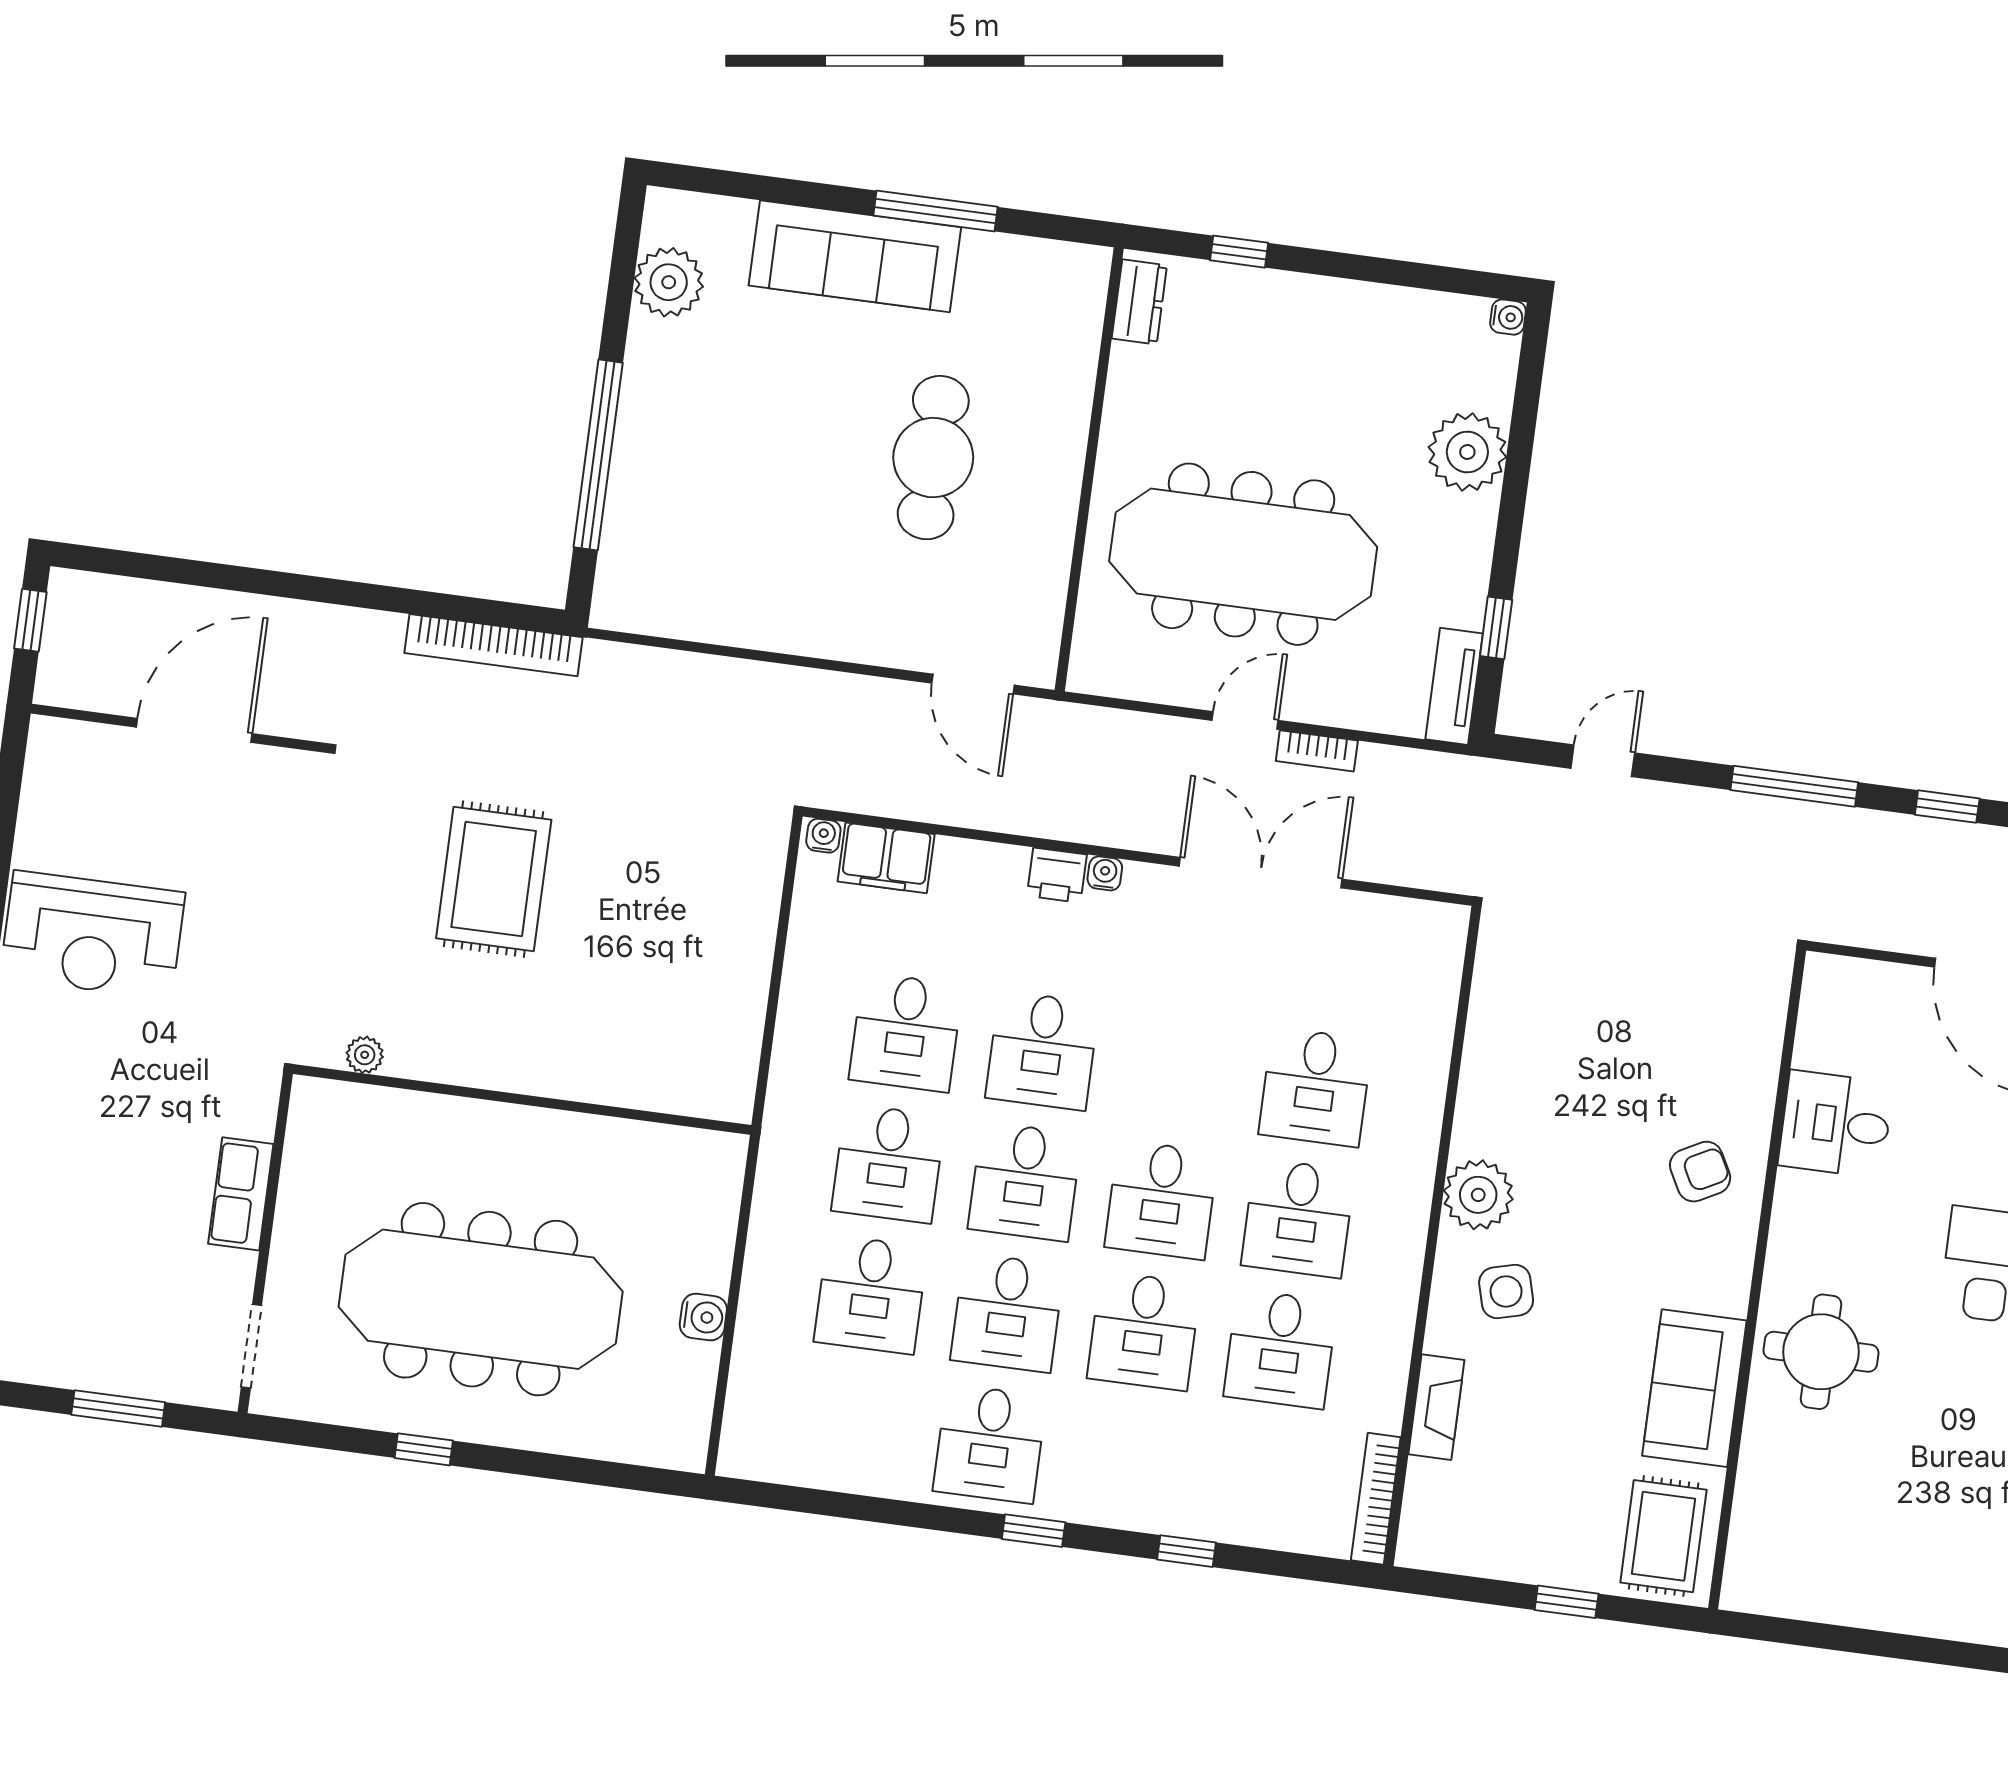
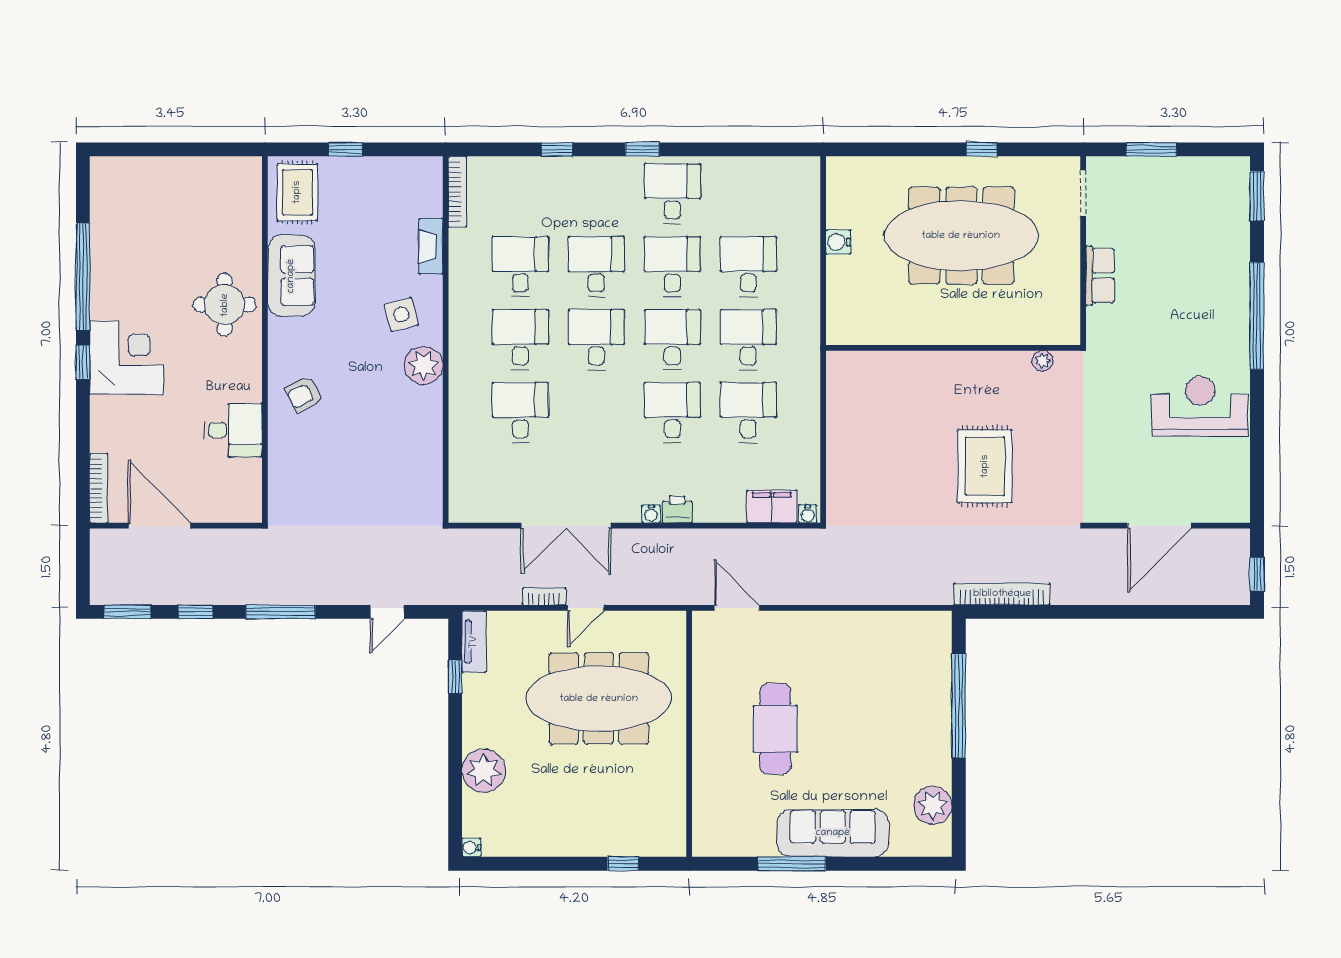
dresser: (1139, 302) -> (674, 829), removed

